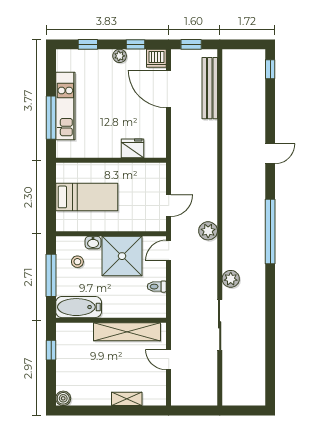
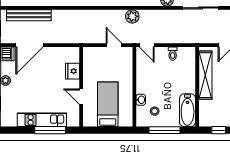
door: (97, 160) -> (81, 97), added
shower: (122, 256) -> (151, 79), removed

